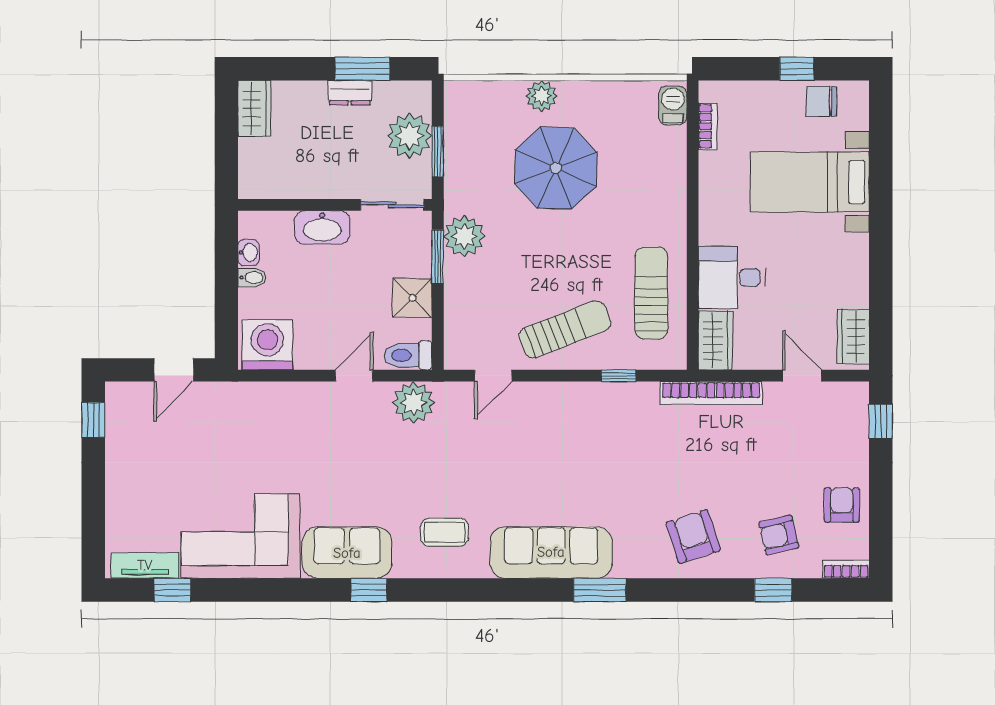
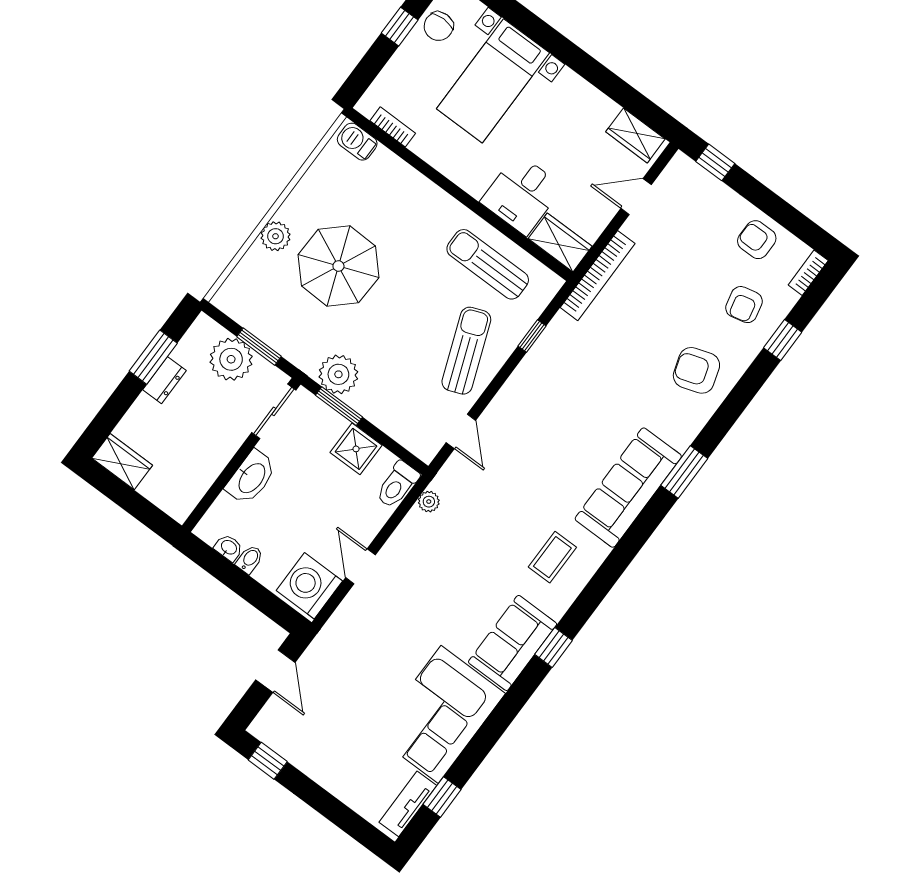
door: (354, 376) -> (360, 566), moved
plant: (414, 403) -> (429, 502), width x0.53, depth x0.53

